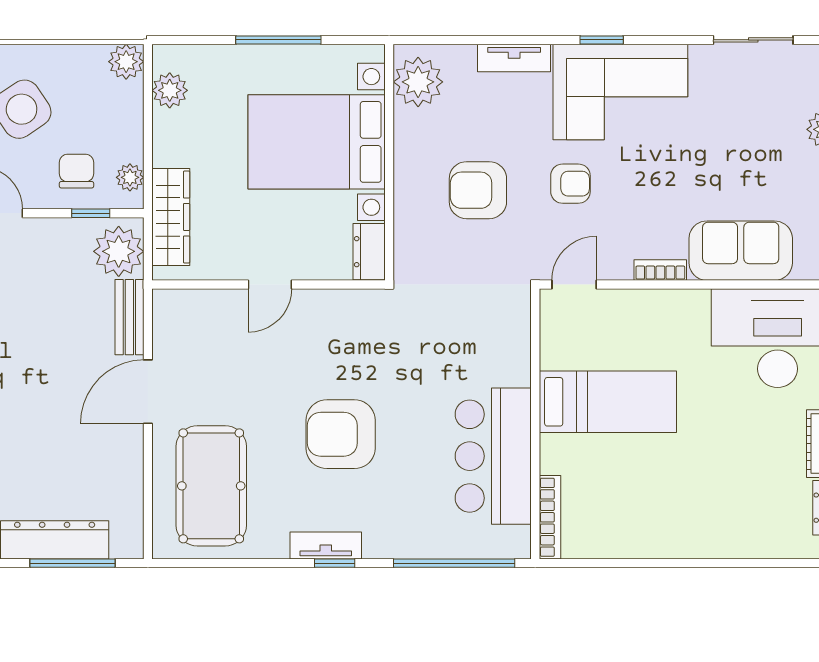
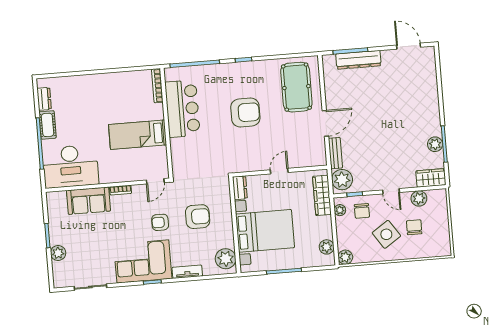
tv unit: (326, 545) -> (248, 67), removed

